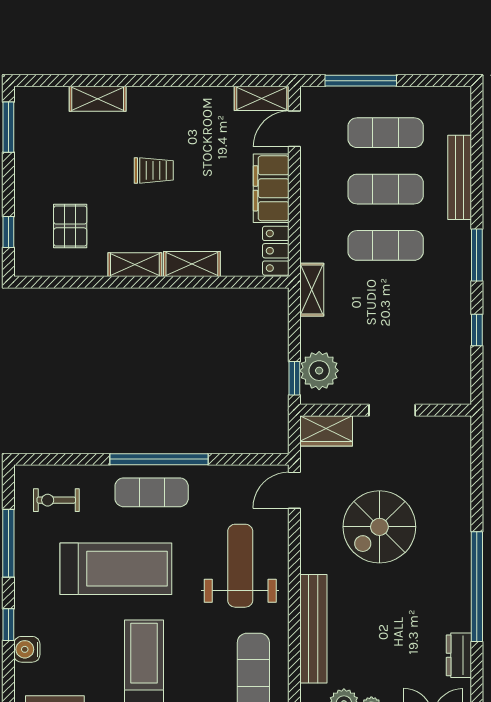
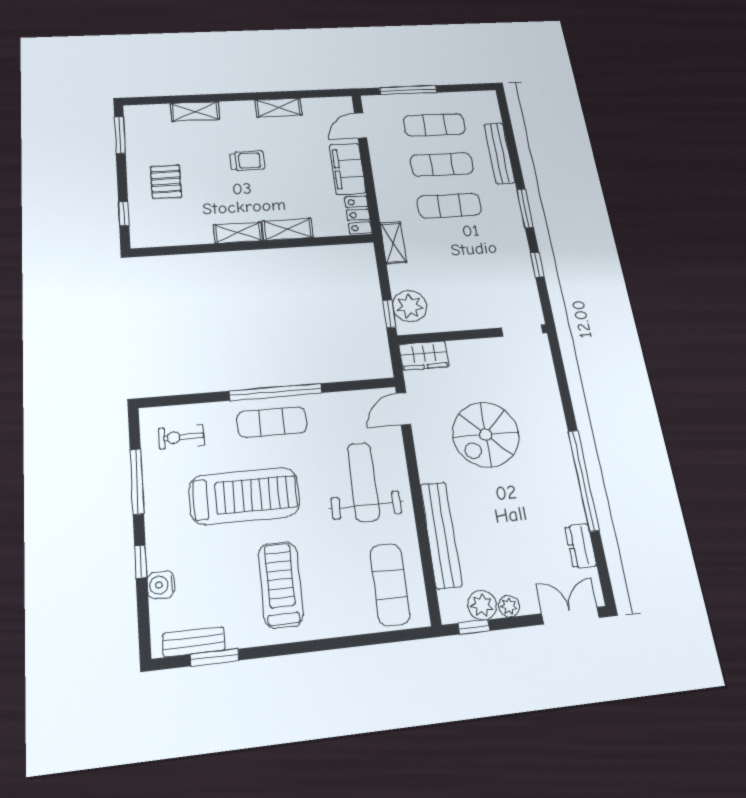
shelving: (262, 98) -> (279, 108), moved
pallet: (70, 226) -> (166, 182), moved
doorway: (392, 410) -> (522, 331), moved

